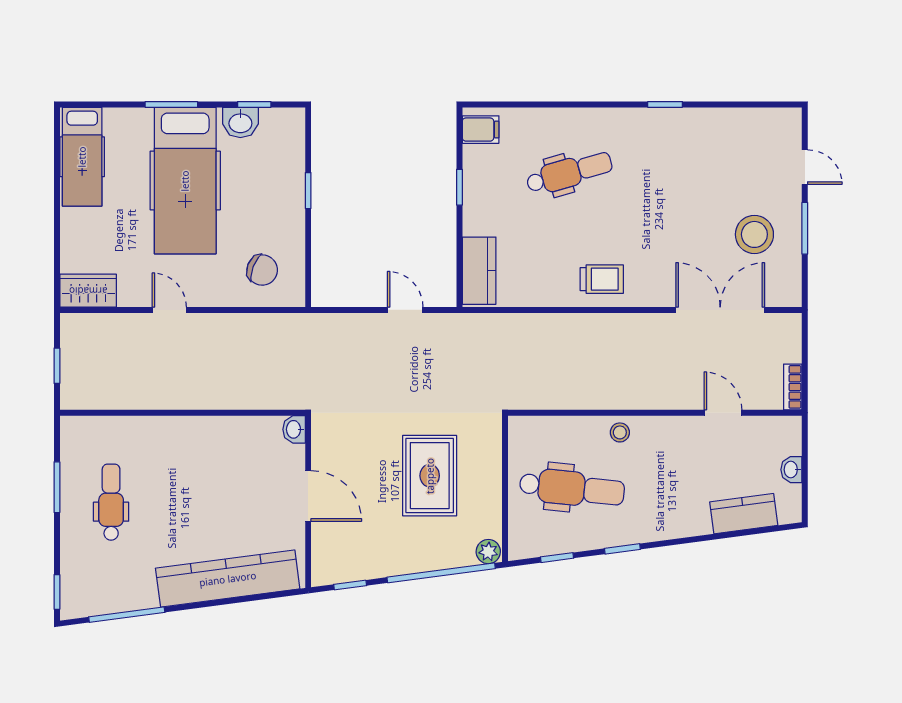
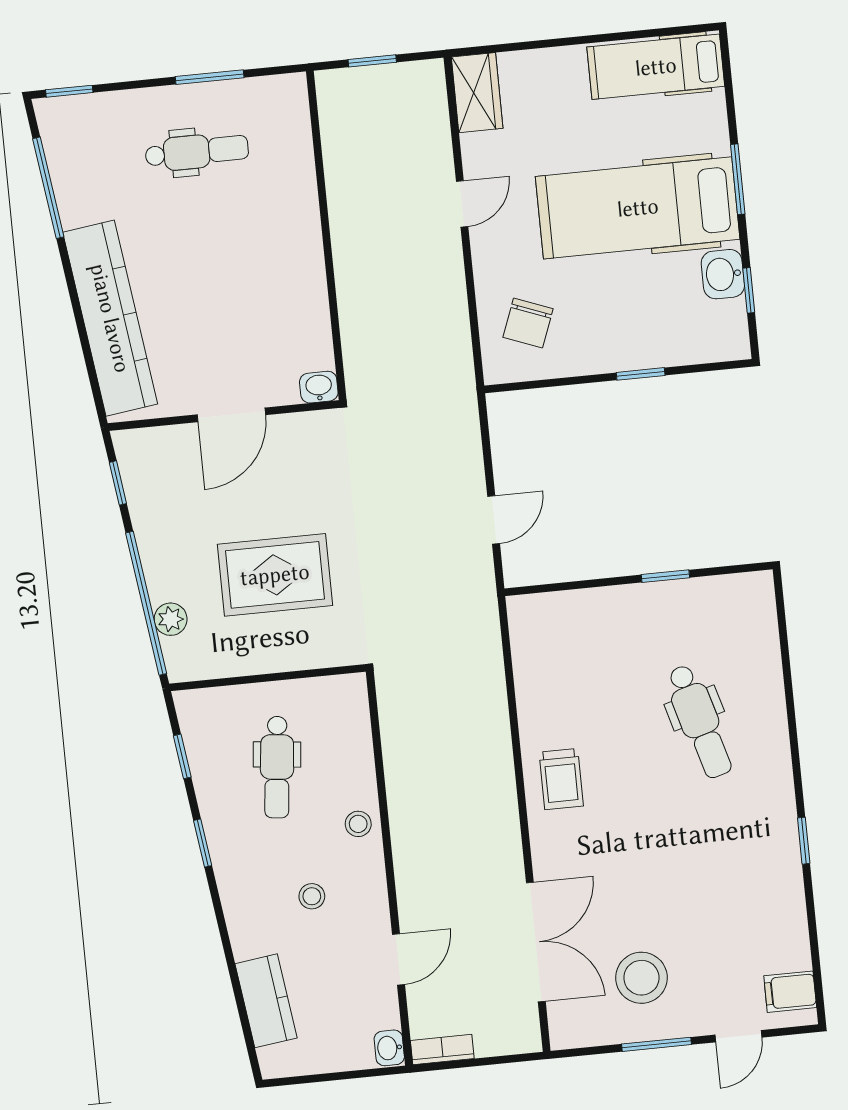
filing cabinet: (481, 130) -> (790, 992), moved, turned 90
kitchen counter: (479, 271) -> (556, 614), removed
washbasin: (791, 470) -> (389, 1048), moved, turned -90
stool: (670, 472) -> (312, 896), added
dental chair: (572, 488) -> (277, 767), width x0.73, depth x0.72
plant: (488, 552) -> (171, 619), moved

